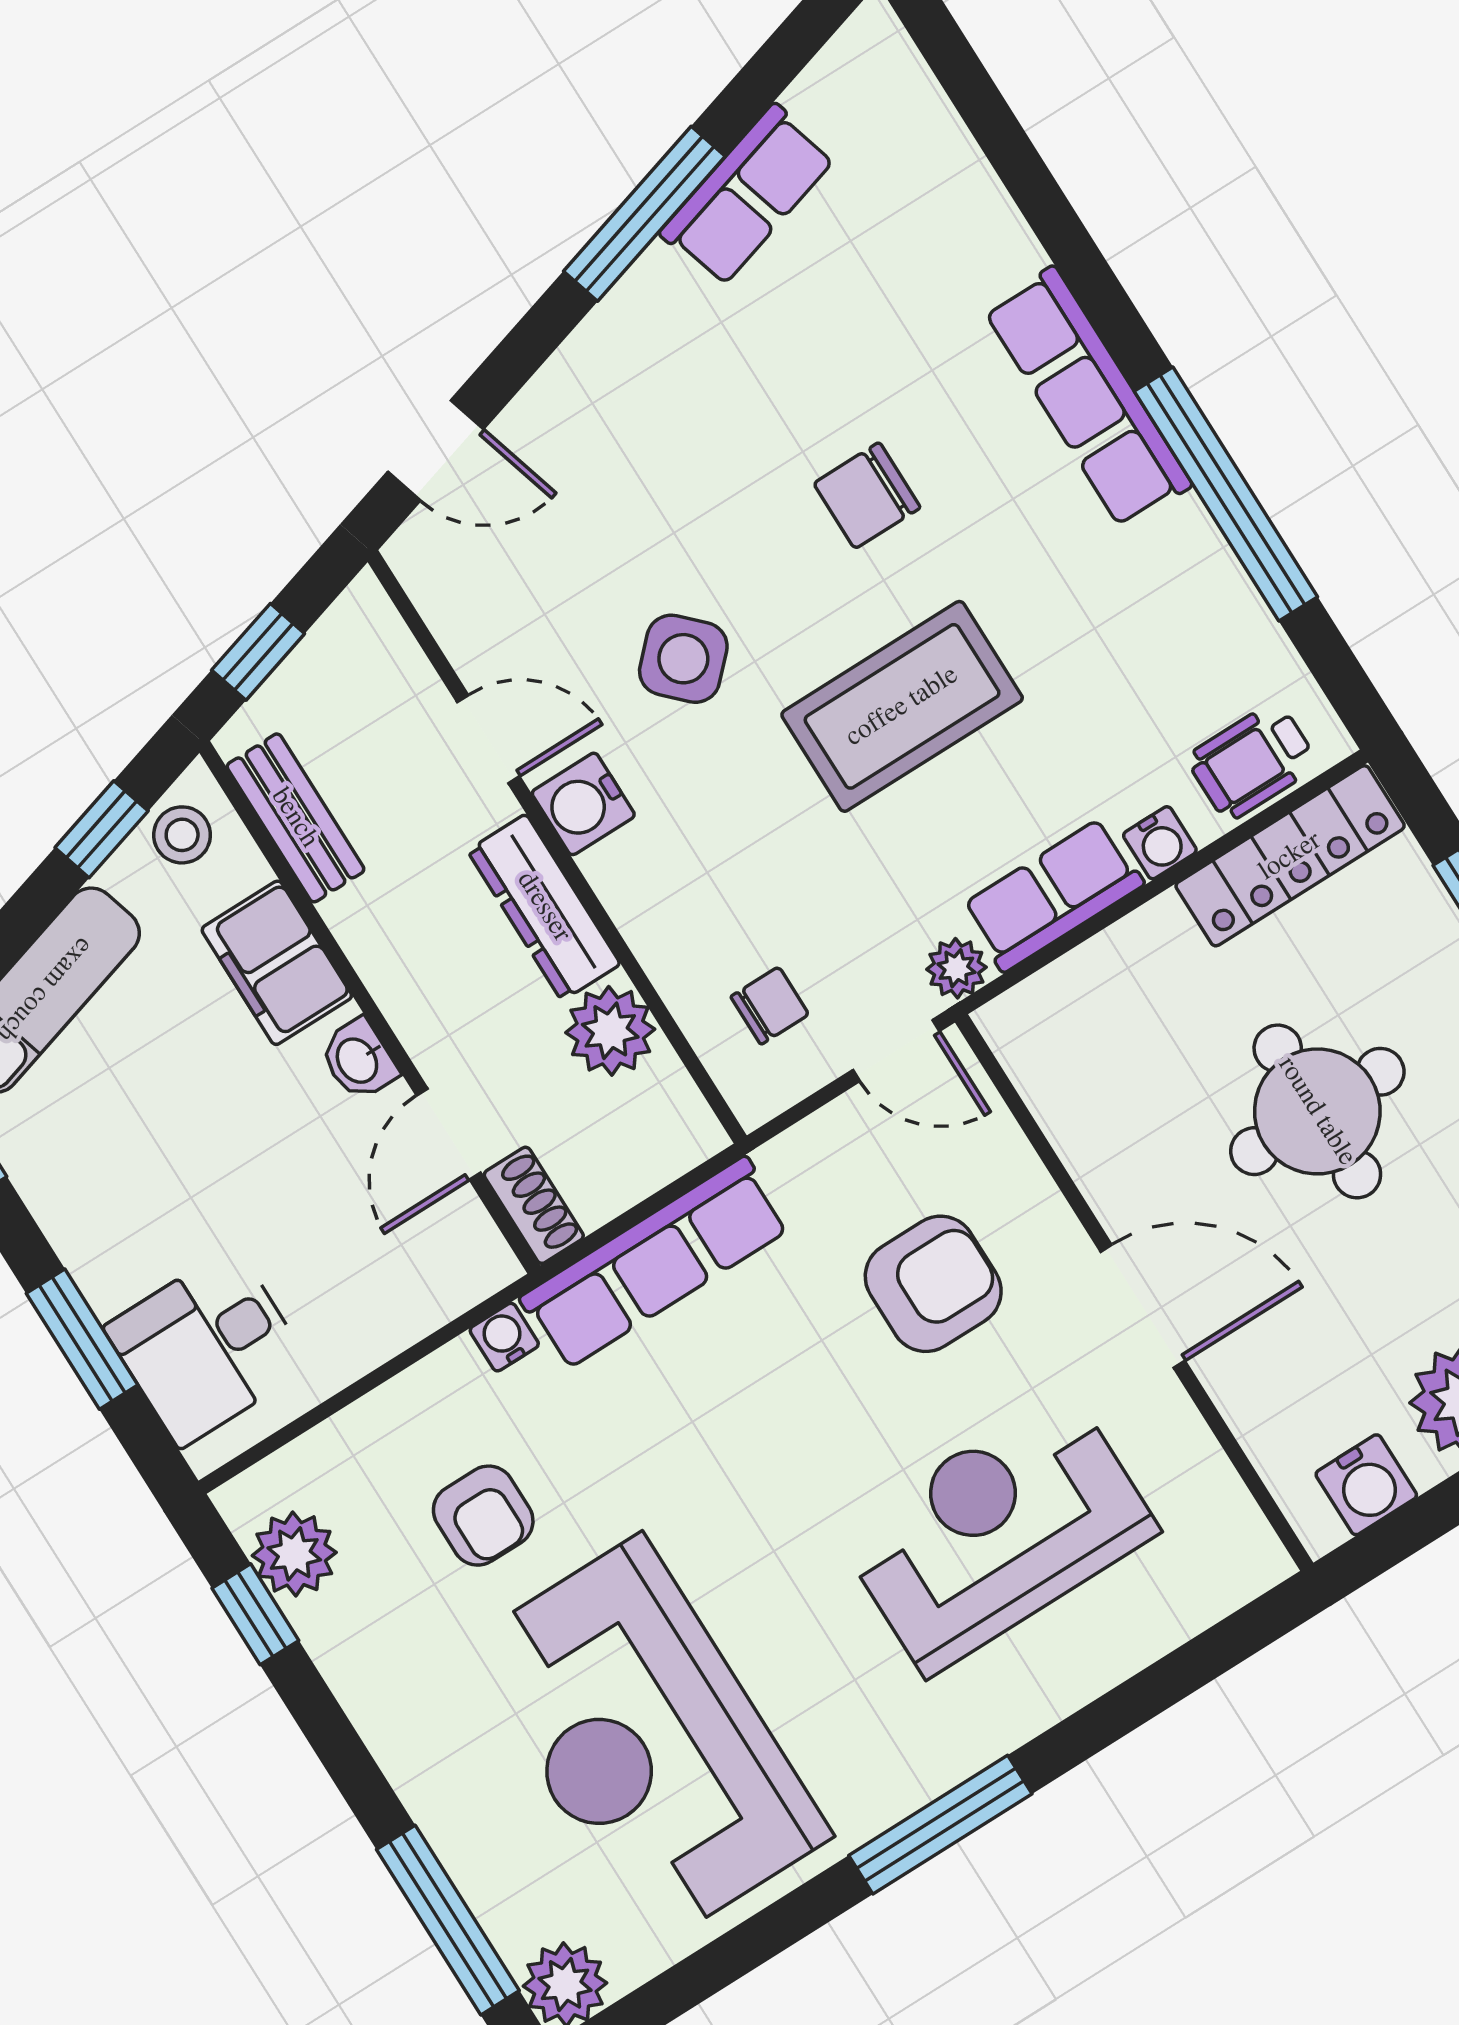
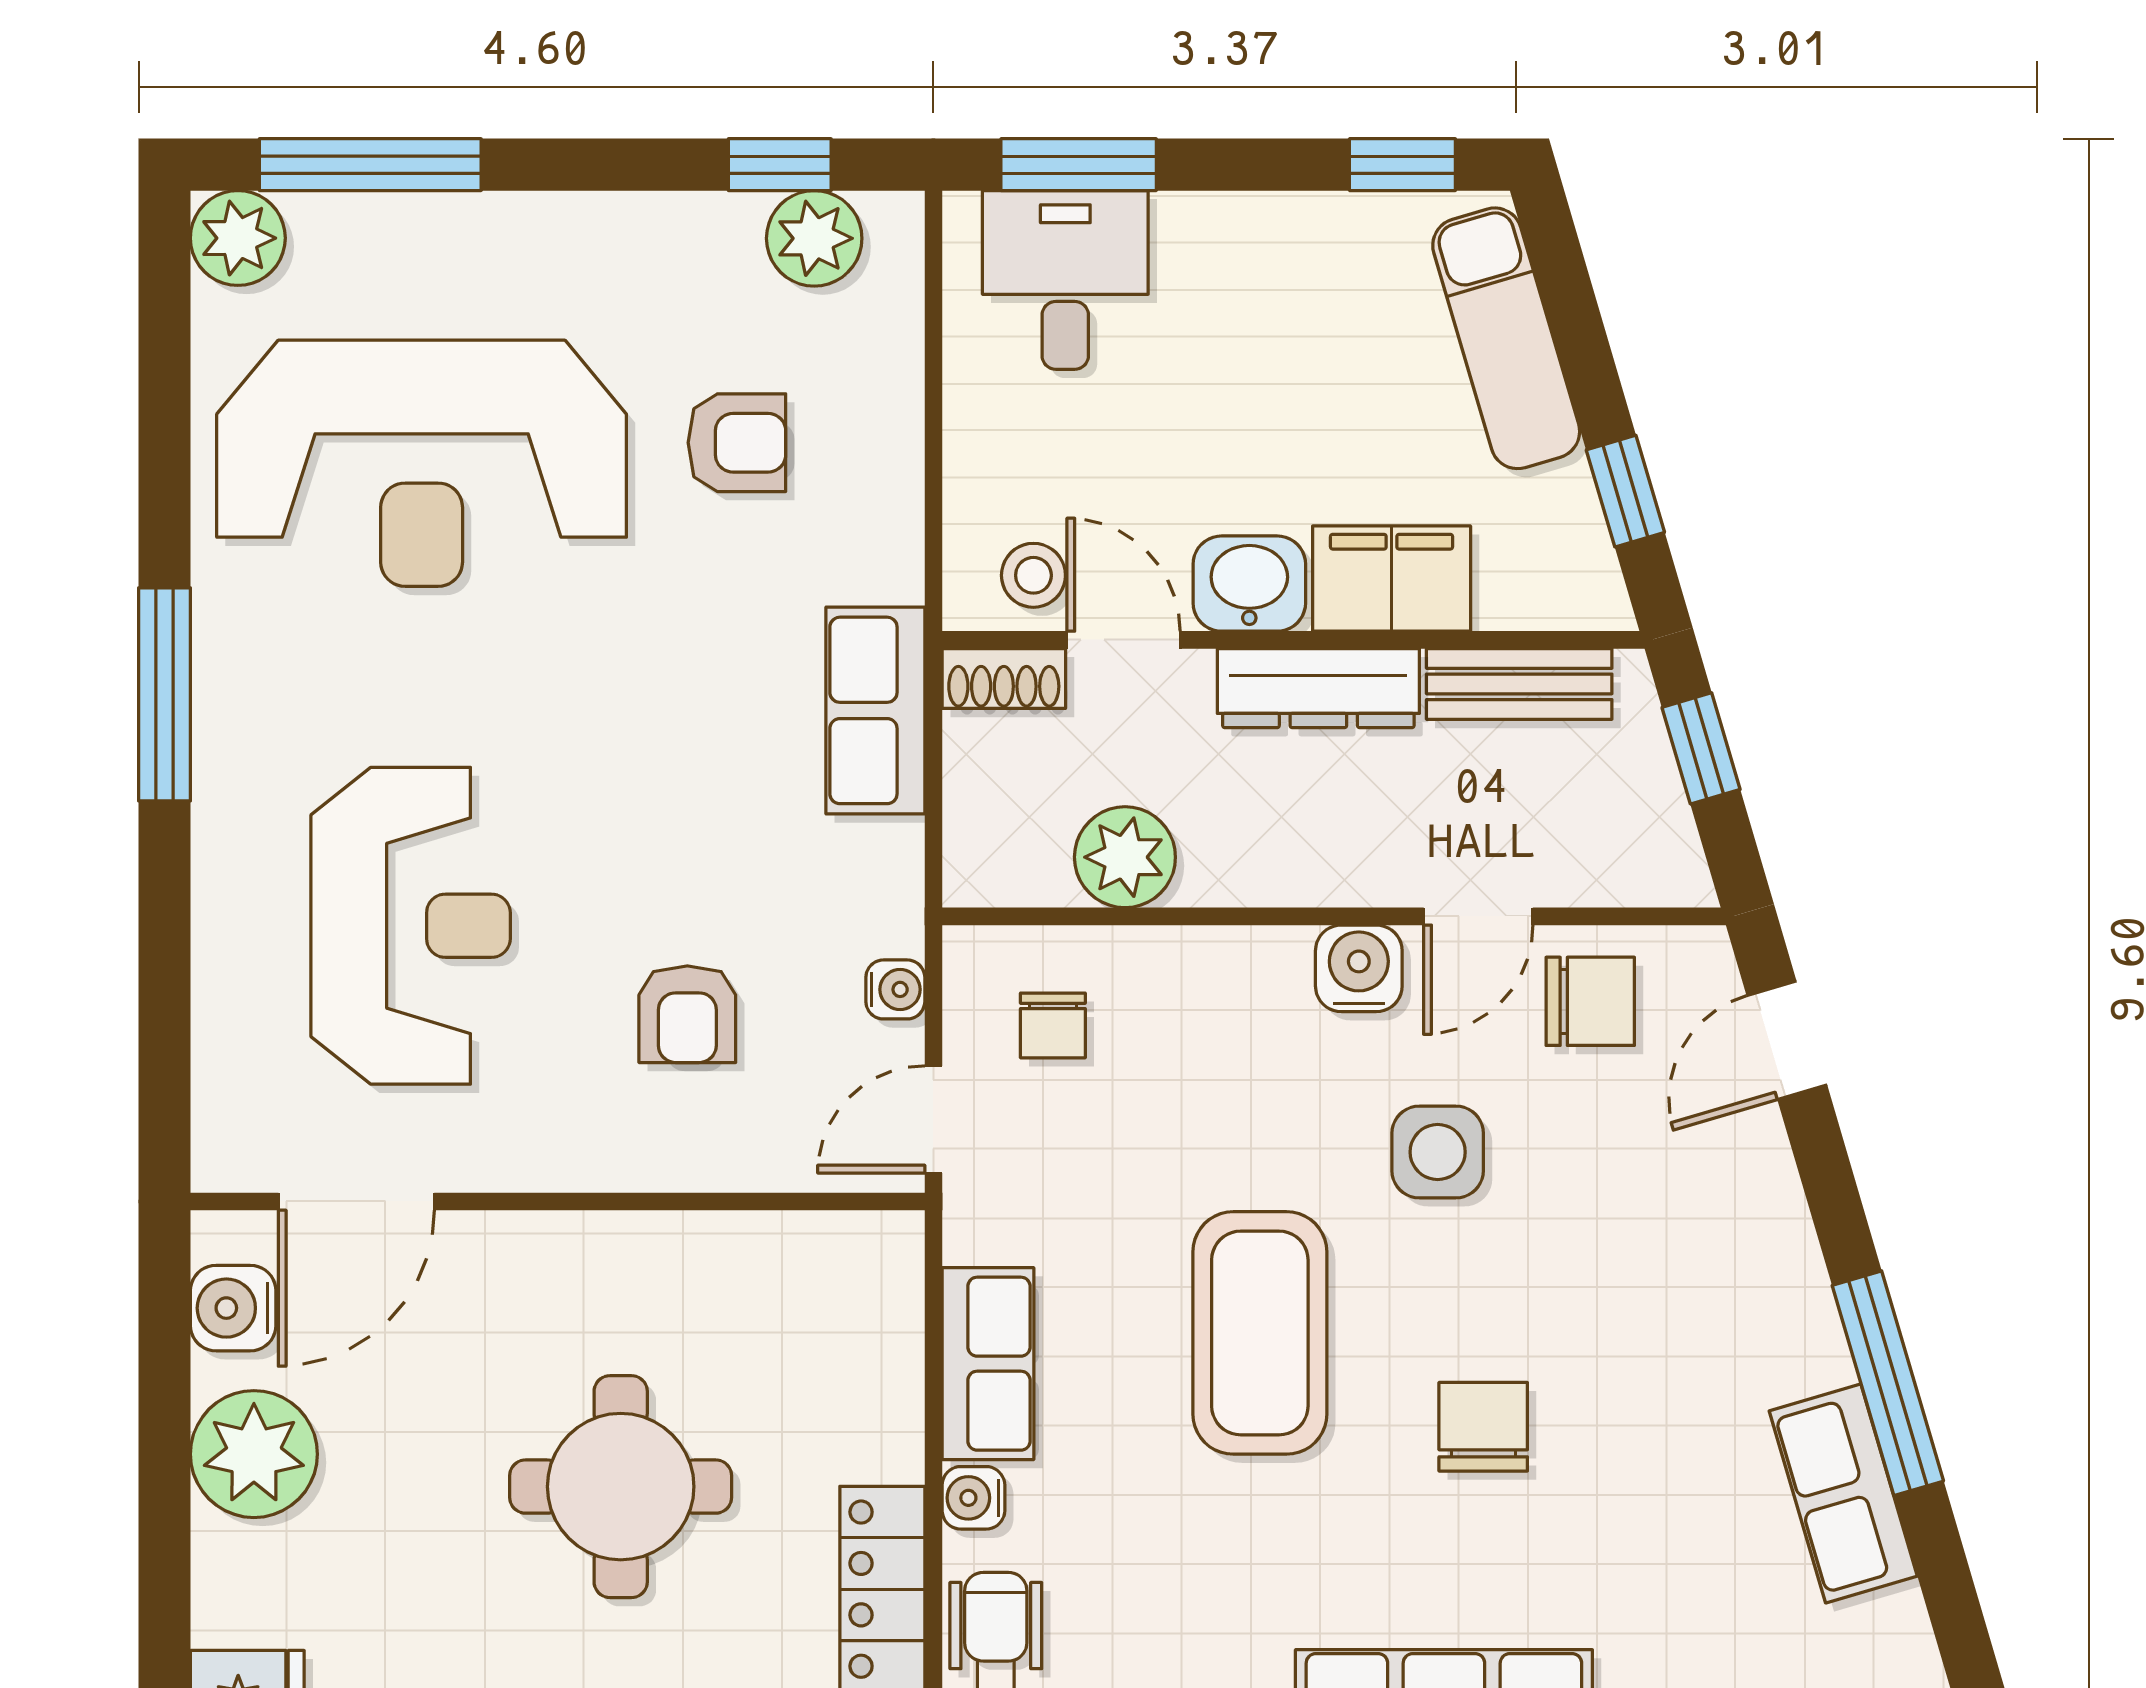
chair: (499, 616) -> (1590, 1001), added
side table: (683, 659) -> (1438, 1152), turned 45
stool: (182, 835) -> (1033, 575), moved
dresser: (544, 907) -> (1318, 688), moved, turned 180
plant: (956, 968) -> (976, 1227), removed
washbasin: (358, 1060) -> (1249, 584), width x1.38, depth x1.45
row of seats: (655, 1263) -> (875, 710), width x0.68
armchair: (933, 1284) -> (687, 1014), width x0.72, depth x0.72
door: (1143, 1306) -> (356, 1201), moved
water cooler: (504, 1337) -> (895, 989), moved
window: (82, 1339) -> (1079, 165), moved
armchair: (483, 1516) -> (737, 443), turned 180
reception desk: (647, 1741) -> (422, 463), turned 180

